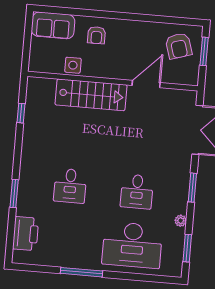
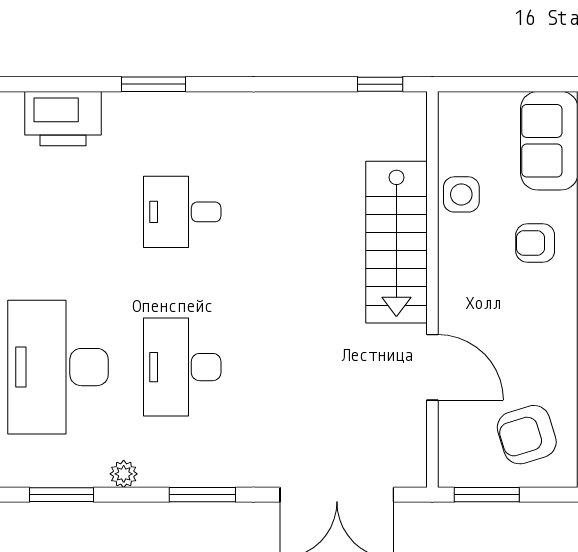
window: (204, 51) -> (487, 495), moved
window: (21, 113) -> (380, 84), moved
desk: (137, 192) -> (182, 367), width x1.37

